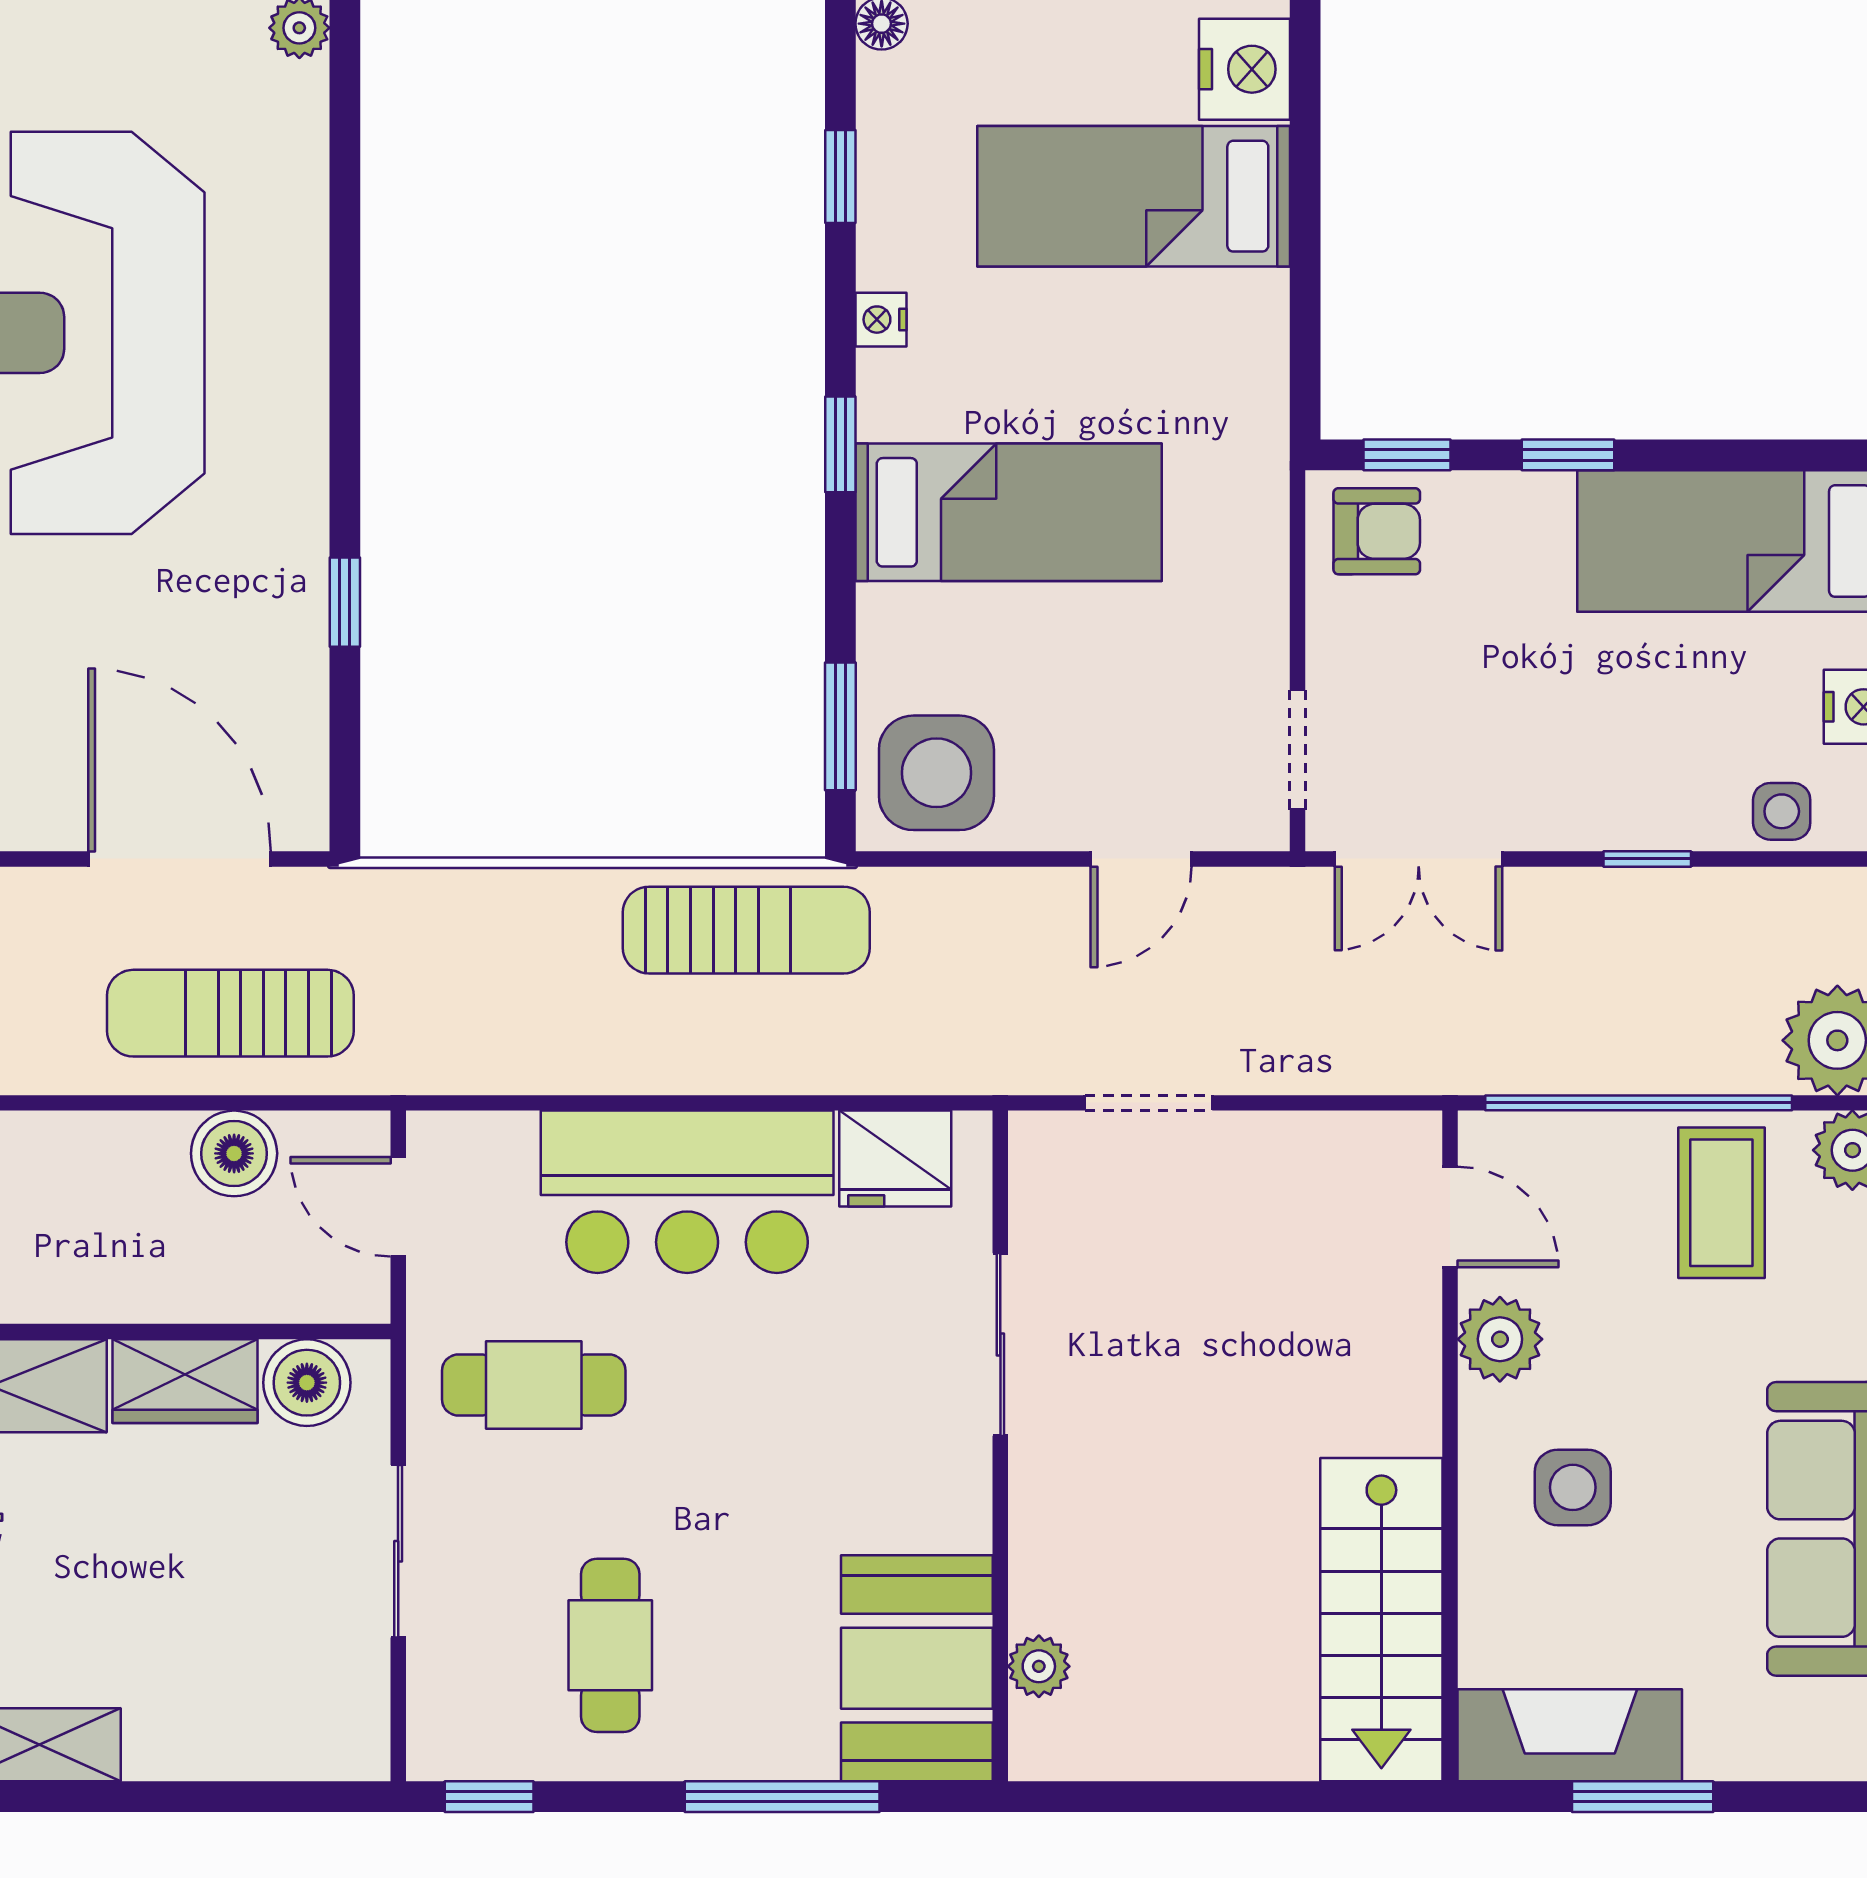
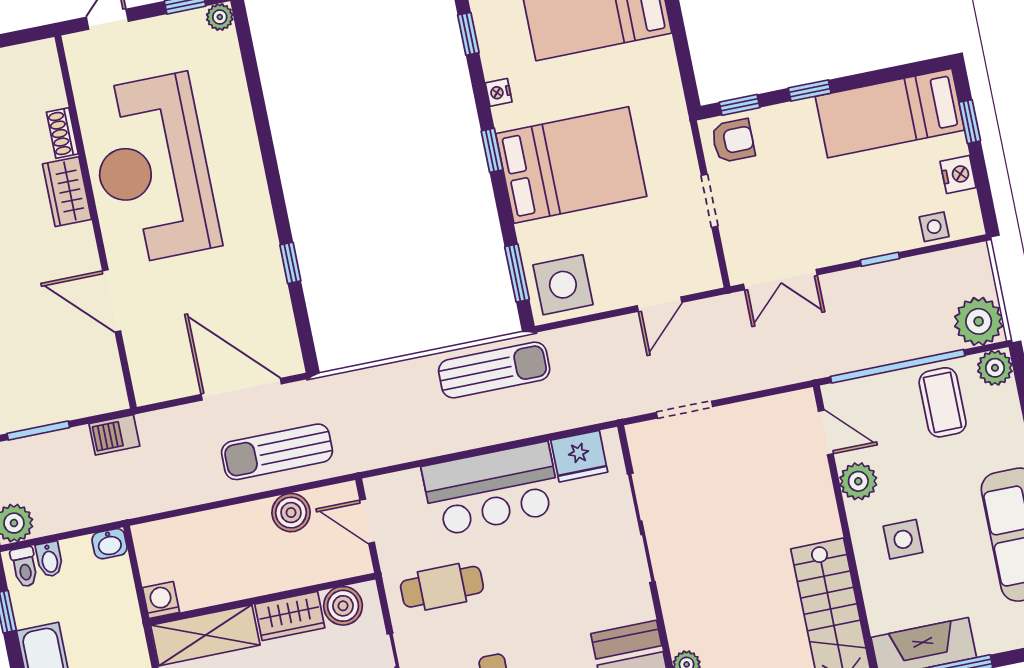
bed: (1009, 512) -> (571, 165), width x1.50
doorway: (1298, 750) -> (710, 201), moved
sliding door: (1000, 1345) -> (641, 528), width x1.37

